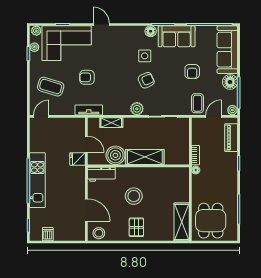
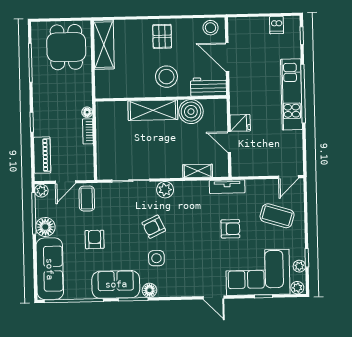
boiler: (115, 155) -> (191, 112), moved
shelving: (145, 157) -> (153, 110), moved
wall: (138, 166) -> (161, 99), moved
workbench: (101, 174) -> (209, 87), moved

